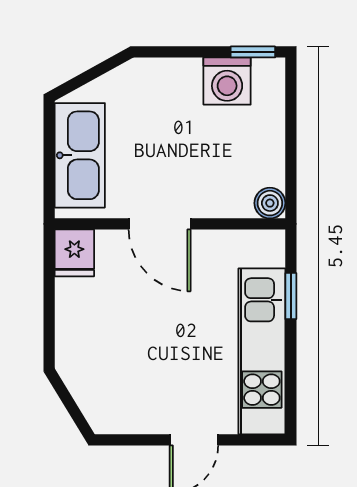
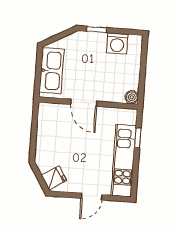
window: (253, 52) -> (97, 29), moved
fridge: (74, 253) -> (54, 178), moved, turned -121

